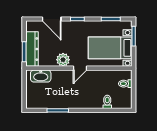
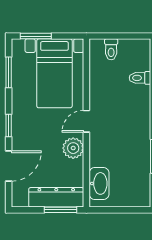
door: (80, 68) -> (86, 121), swing flipped

